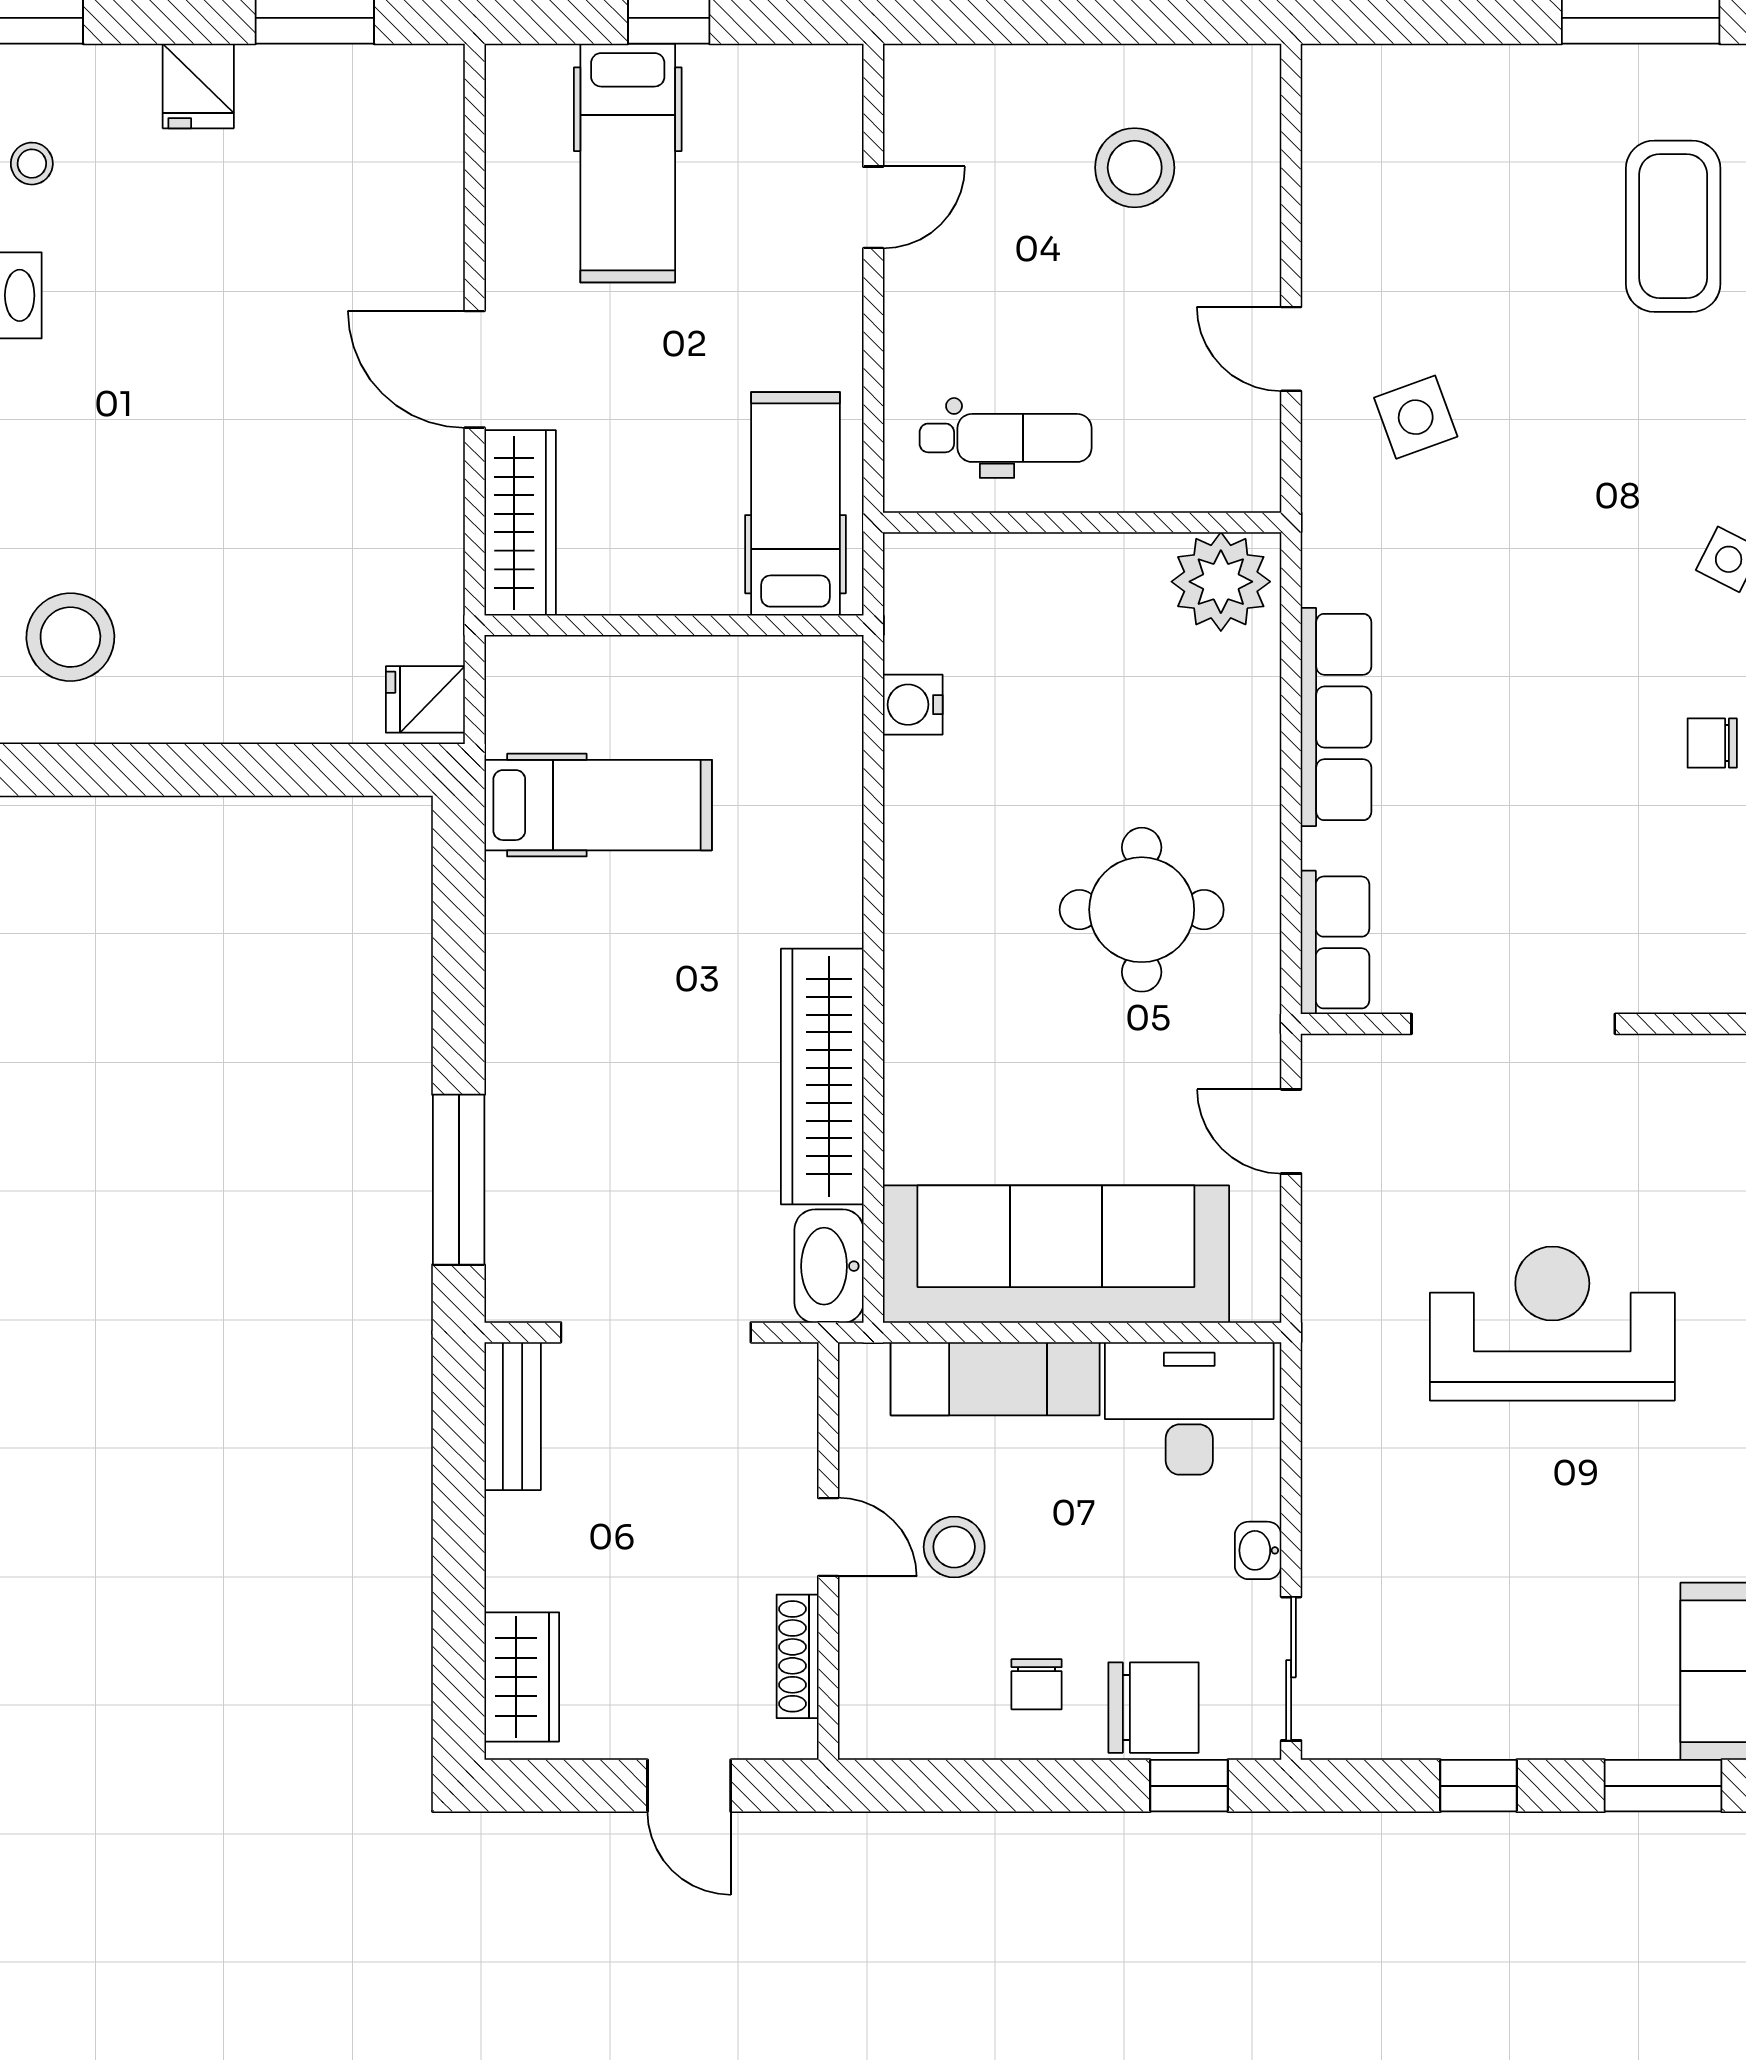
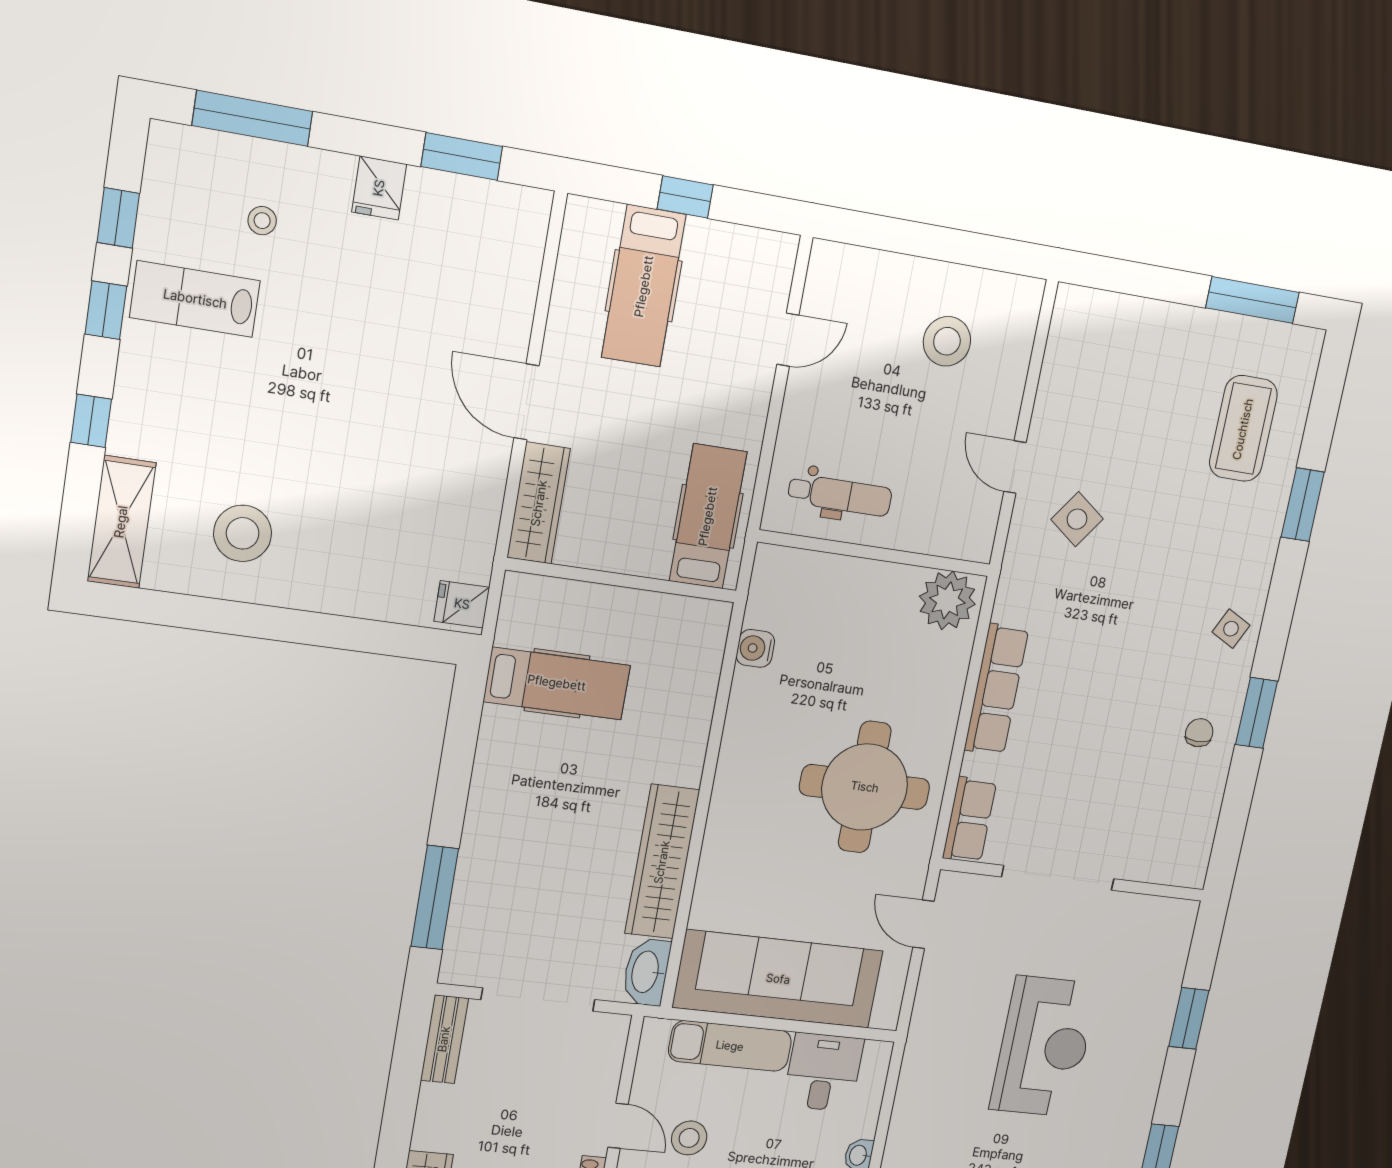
side table: (1416, 417) -> (1077, 519), turned -34
chair: (1712, 743) -> (1199, 733), turned 90
round table: (1142, 910) -> (865, 787), width x1.36, depth x1.36
reception desk: (1552, 1324) -> (1044, 1047), turned 90
desk: (1189, 1408) -> (823, 1072), width x0.73

